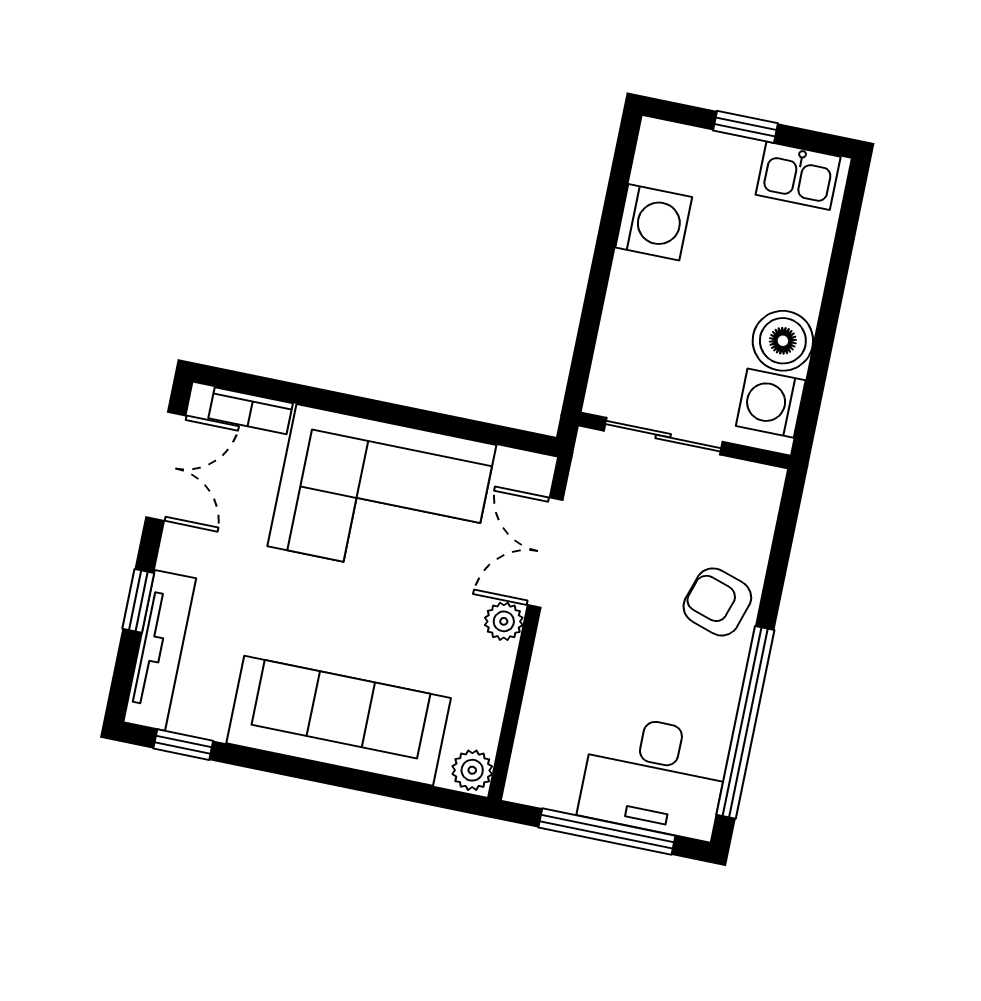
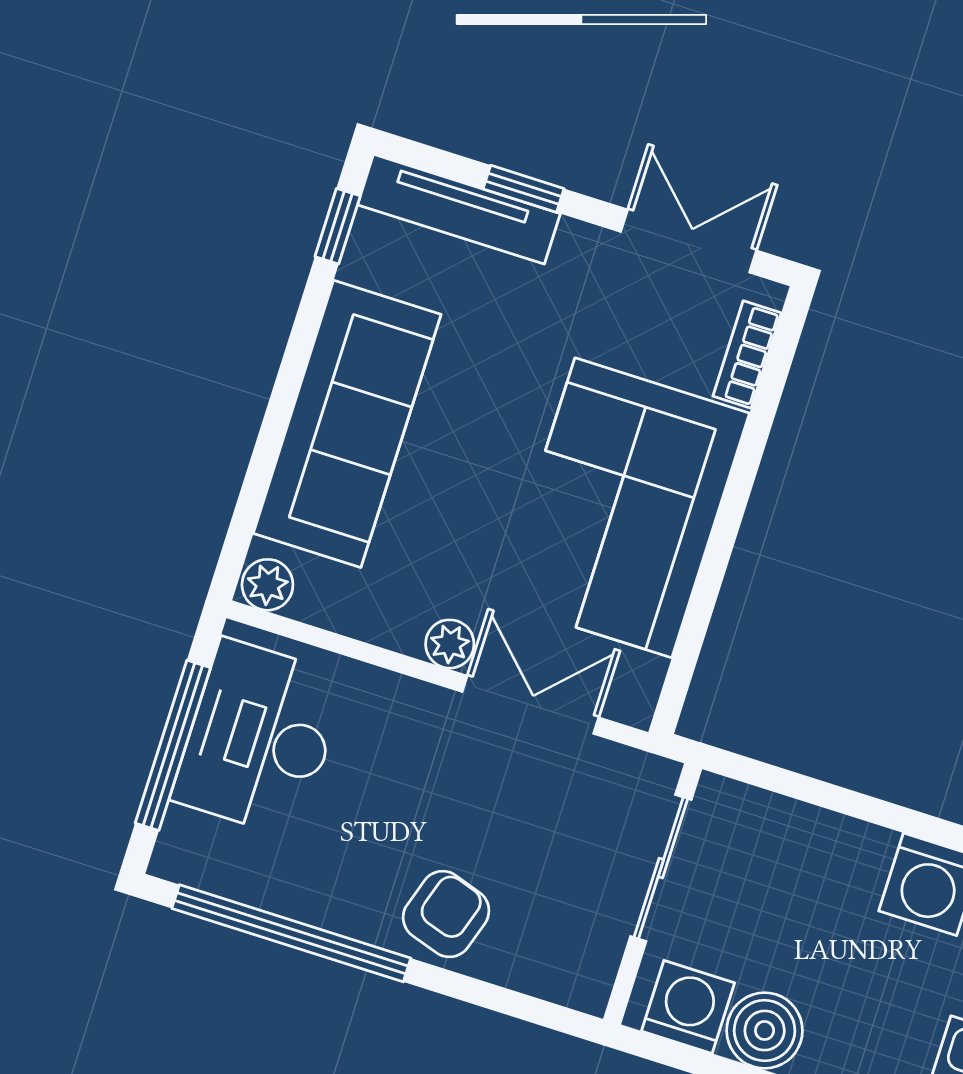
double door: (166, 466) -> (689, 241), swing flipped
desk: (654, 776) -> (259, 738), moved

